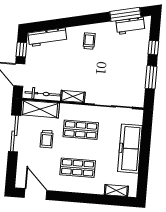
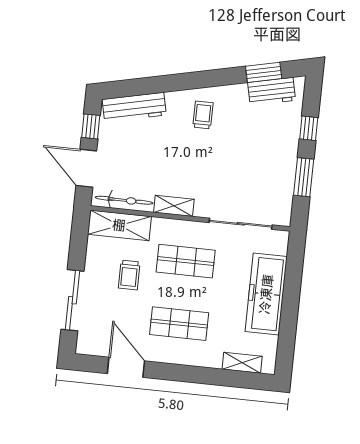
window: (125, 14) -> (264, 72), width x0.69
sliding door: (14, 133) -> (72, 300), moved
door: (36, 194) -> (126, 367), moved

